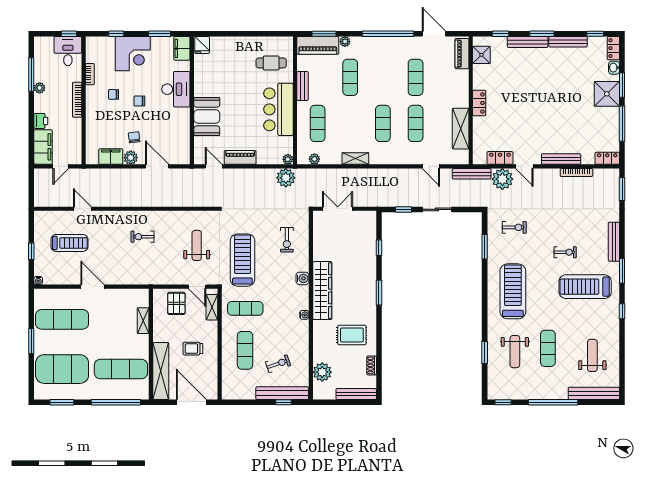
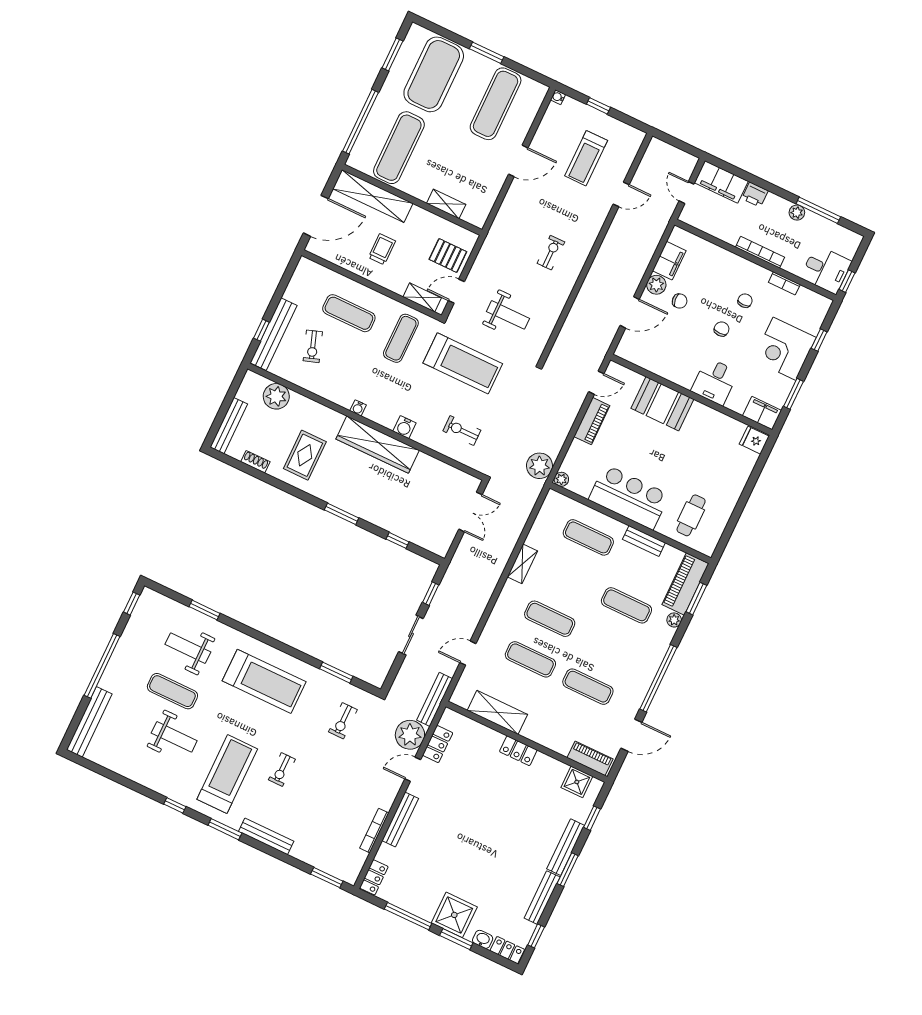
desk: (176, 89) -> (715, 381), width x0.73
plant: (314, 159) -> (546, 513), removed
weight bench: (592, 355) -> (174, 737), moved

